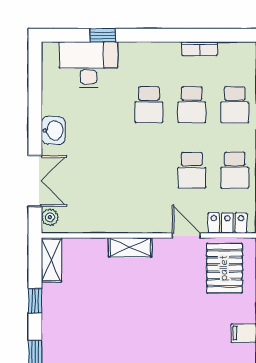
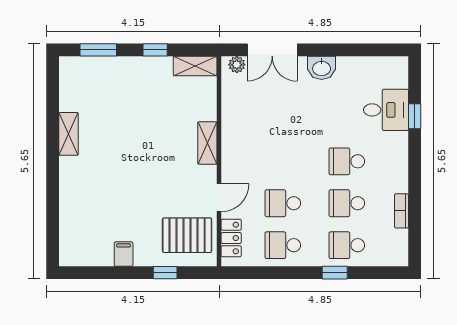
desk: (88, 65) -> (386, 110), width x0.73

